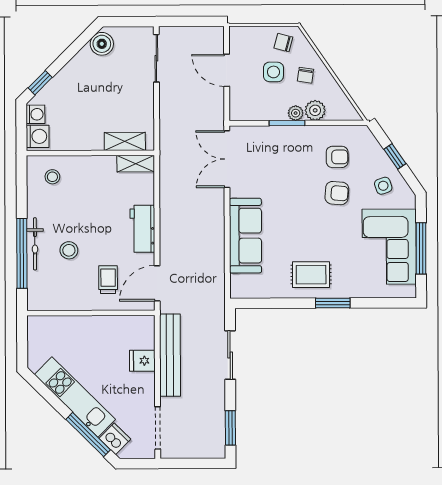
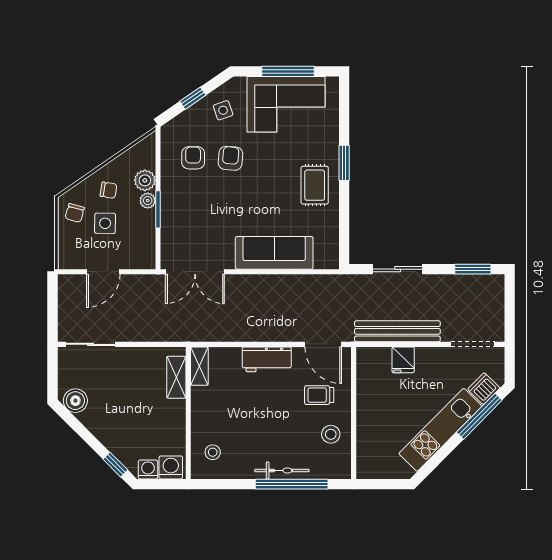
stool: (69, 250) -> (331, 434), moved

